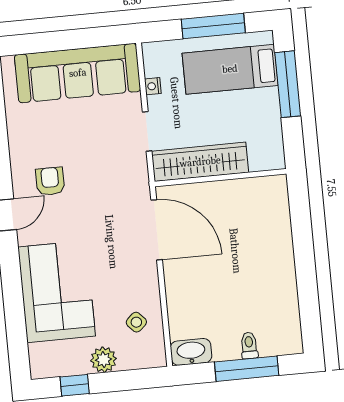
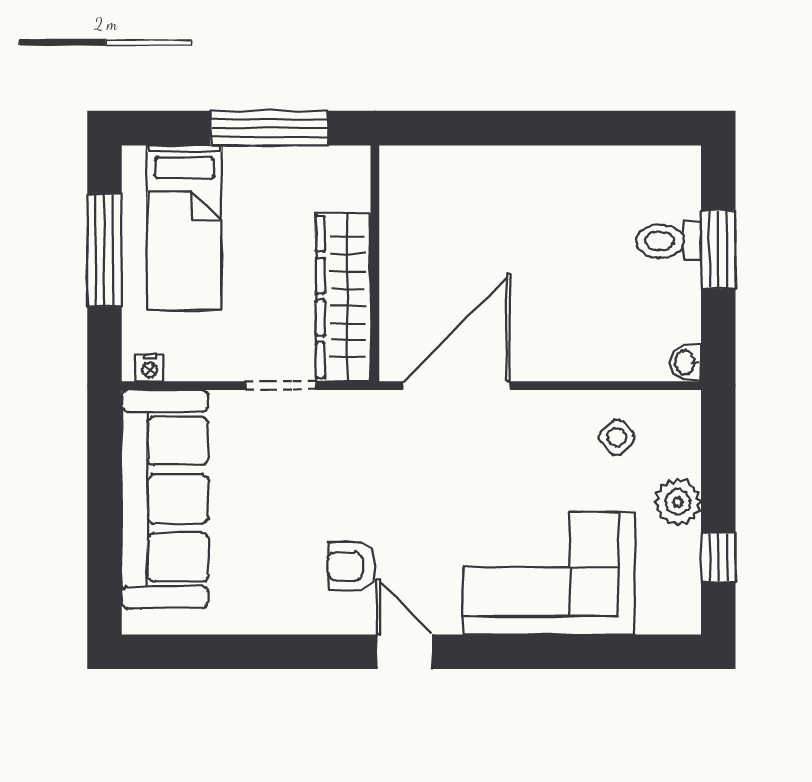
window: (288, 84) -> (269, 128), moved
nightstand: (153, 86) -> (150, 368), moved
toilet: (249, 345) -> (668, 241), width x1.37, depth x1.39
washbasin: (191, 352) -> (686, 362), width x0.52, depth x0.69
window: (247, 369) -> (718, 249), width x0.69

